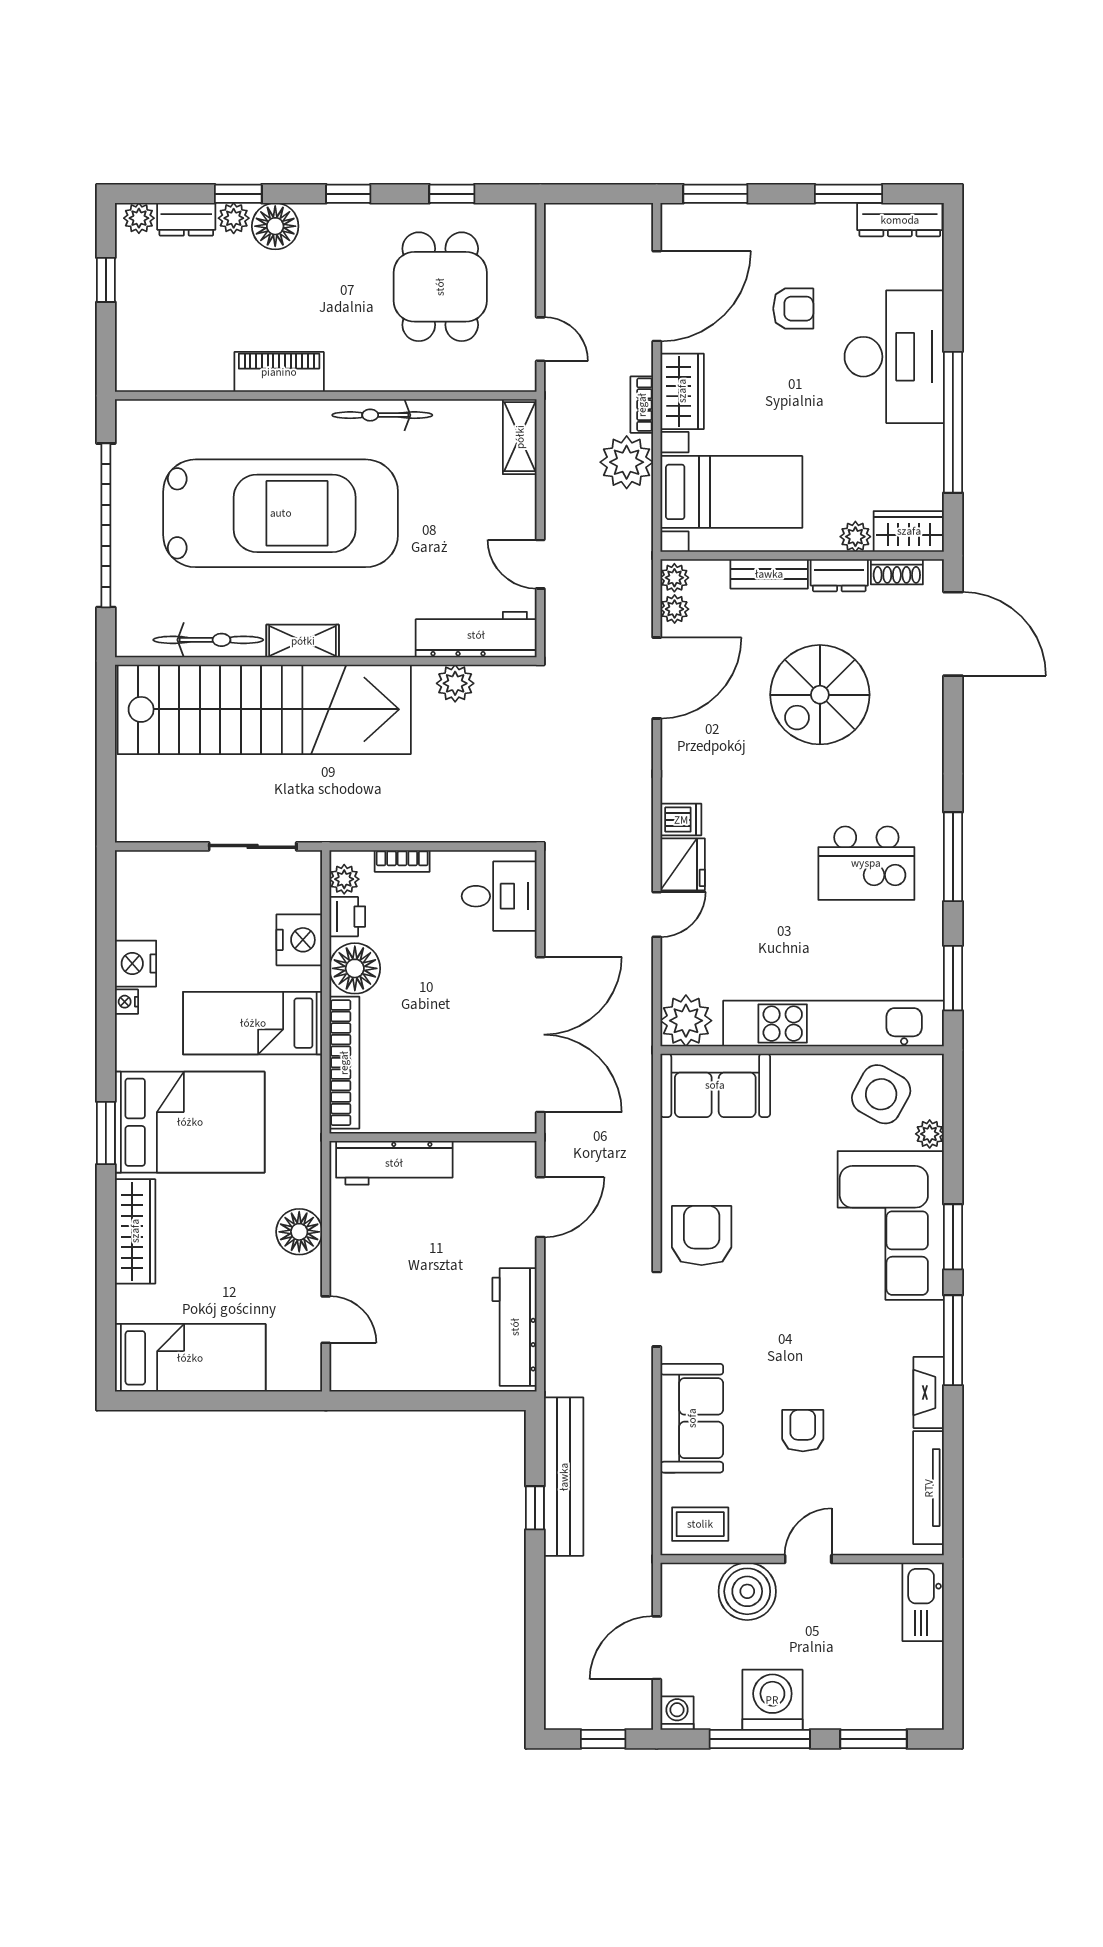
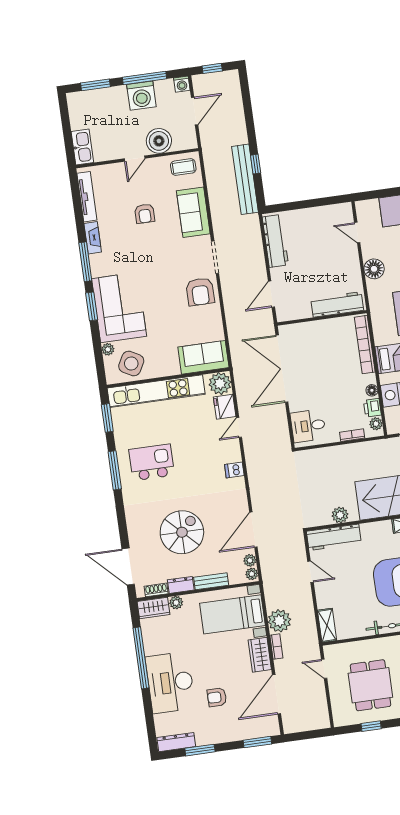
fridge: (683, 864) -> (225, 407), moved
floor lamp: (355, 968) -> (372, 390), width x0.53, depth x0.53

